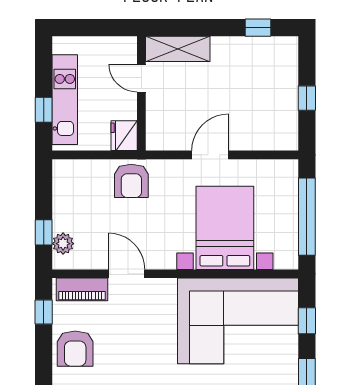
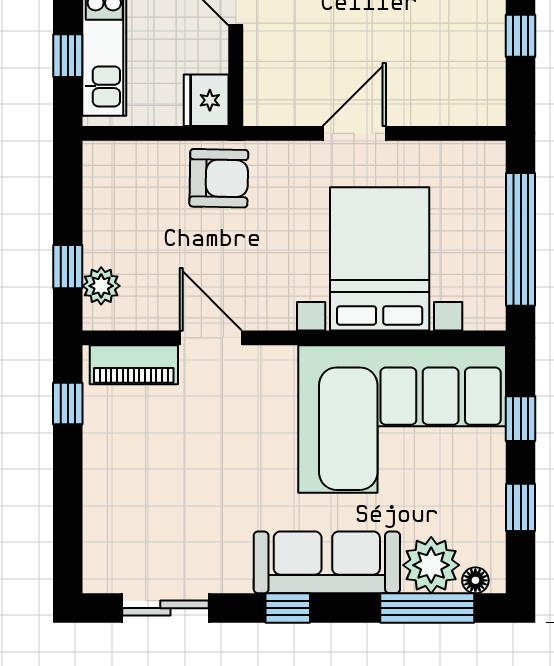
armchair: (131, 181) -> (219, 178), turned -89
armchair: (75, 349) -> (122, 467), removed

